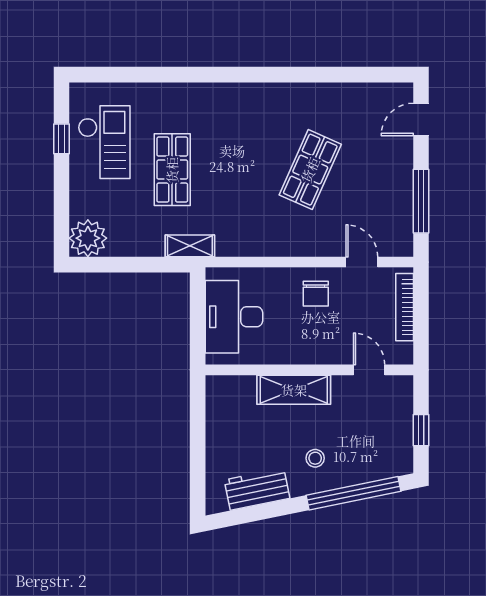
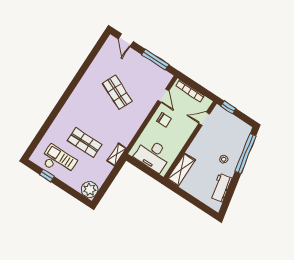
door: (362, 262) -> (163, 96), swing flipped
shelving: (294, 390) -> (181, 170), moved
window: (421, 430) -> (228, 107), moved

